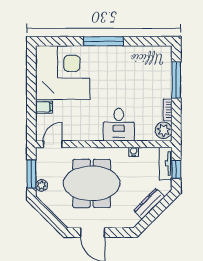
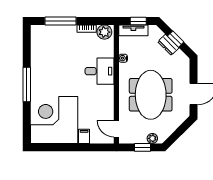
window: (31, 174) -> (143, 147), width x0.67
dresser: (149, 204) -> (168, 45), width x0.70
window: (156, 212) -> (176, 39), added

